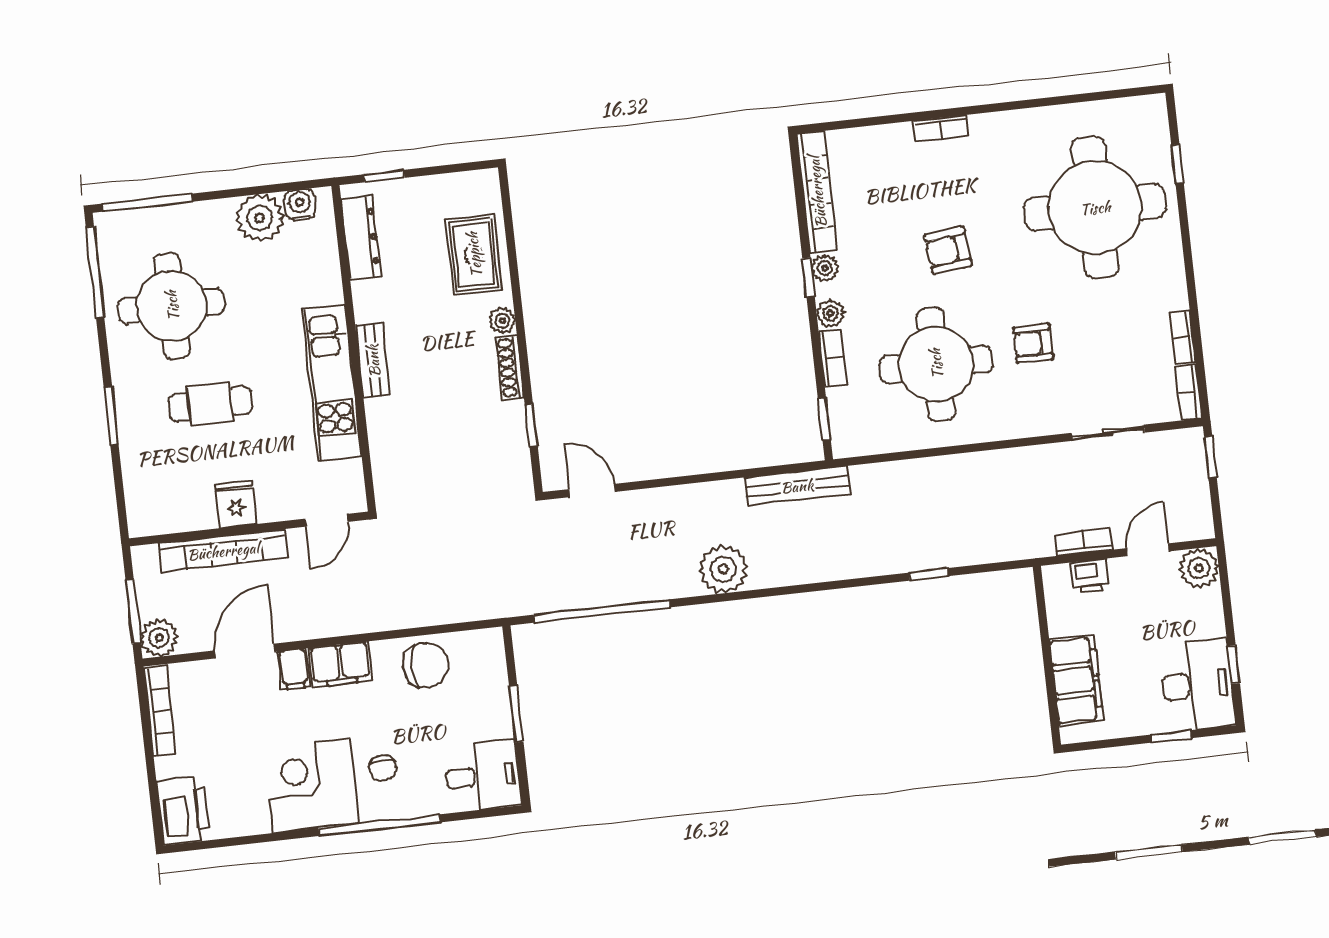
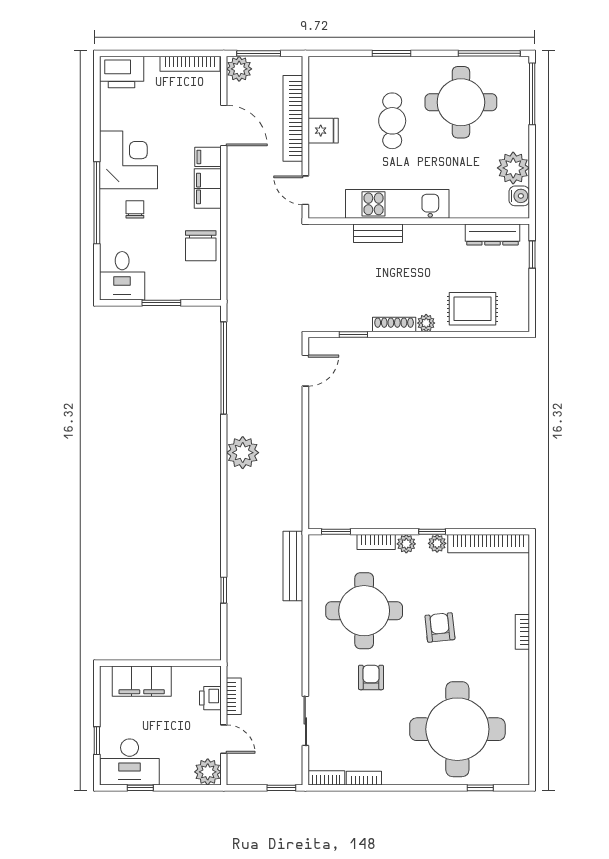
bench: (373, 361) -> (378, 233), moved
bench: (797, 486) -> (293, 566), moved
chair: (383, 768) -> (135, 209), turned 90

